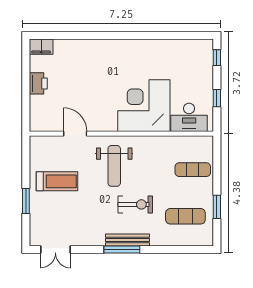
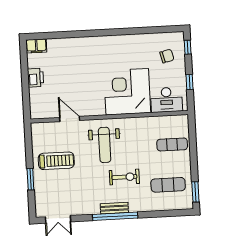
chair: (192, 67) -> (167, 56), added
window: (217, 207) -> (195, 192), moved
bench: (127, 240) -> (114, 208), width x0.73
window: (122, 250) -> (115, 216), width x1.46

